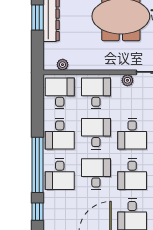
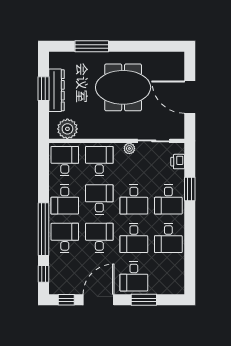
plant: (63, 65) -> (67, 129), width x1.88, depth x1.88
desk: (60, 174) -> (65, 238), turned 180

